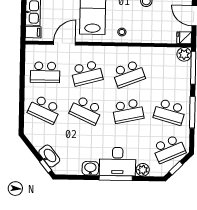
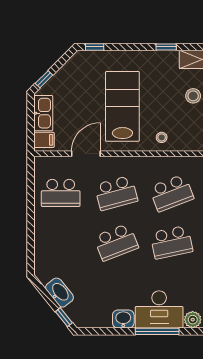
school desk: (44, 109) -> (61, 242), removed
school desk: (86, 110) -> (116, 242), turned -45
washbasin: (49, 156) -> (59, 293), moved

